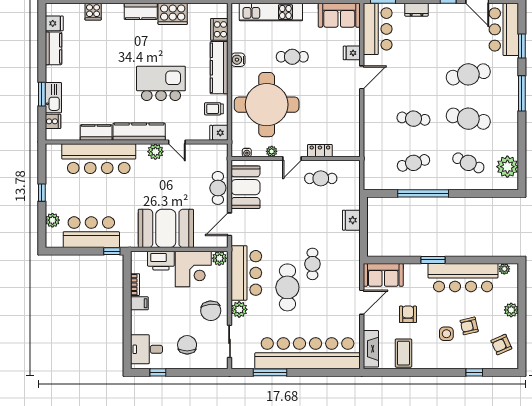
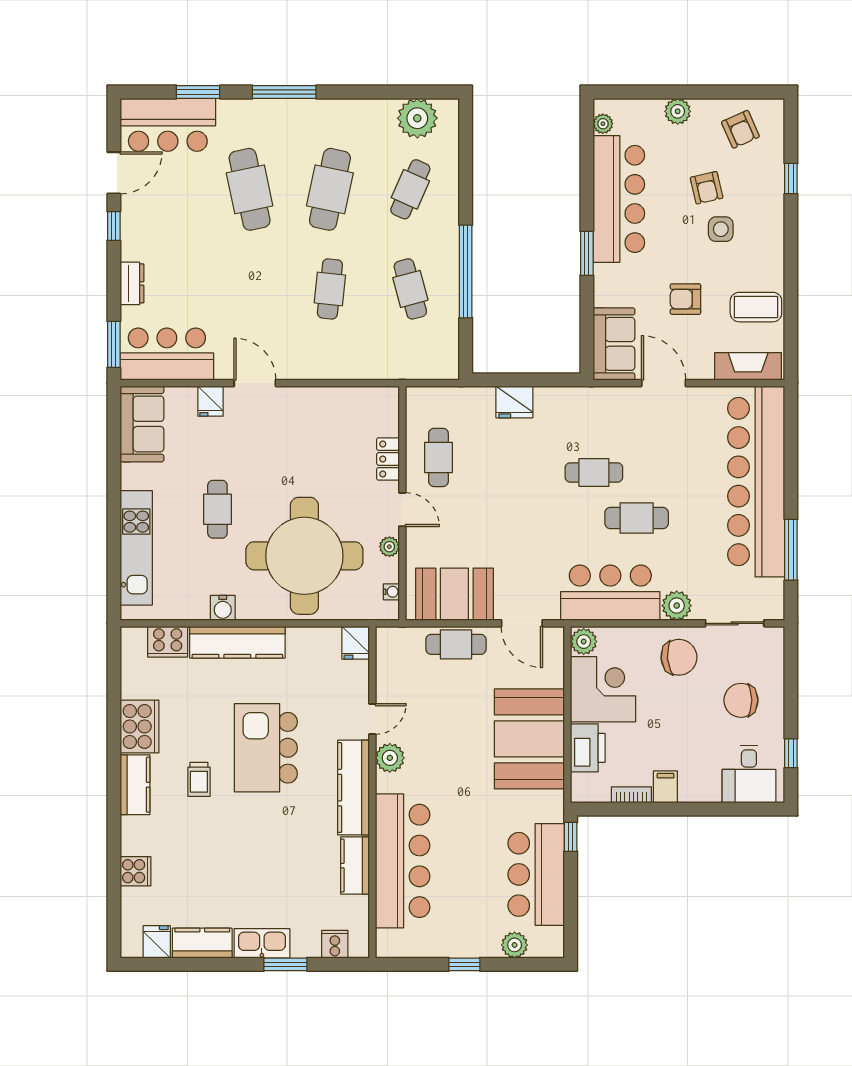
kitchen sink: (53, 98) -> (262, 943), moved
trolley: (214, 109) -> (199, 779), moved
cafe table: (287, 287) -> (637, 518), width x0.73, depth x0.74

